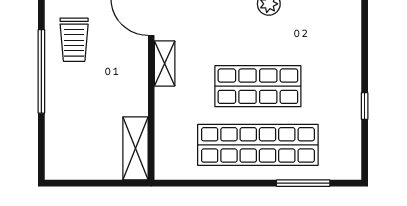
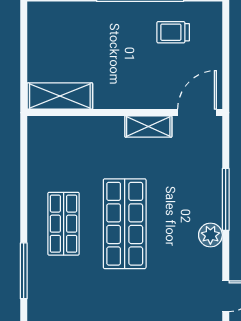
trolley: (74, 40) -> (173, 32), width x0.73, depth x0.72
shop shelf: (258, 145) -> (64, 224), width x0.50, depth x0.74

